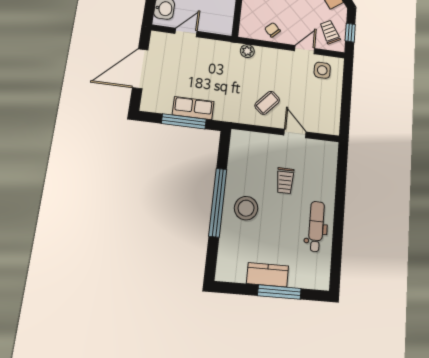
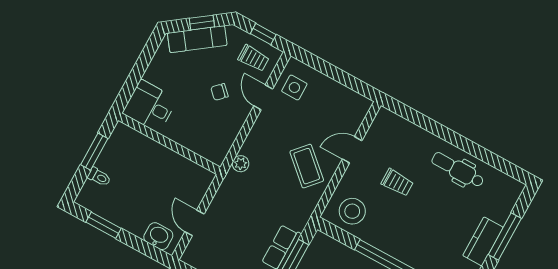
chair: (272, 30) -> (219, 92), moved
trolley: (330, 32) -> (254, 58), turned -152
coffee table: (267, 103) -> (307, 166), width x1.36, depth x1.30
stool: (246, 208) -> (352, 211), moved

